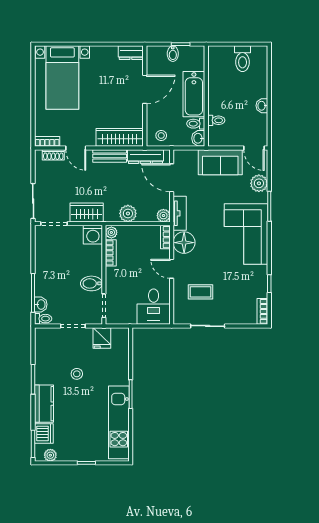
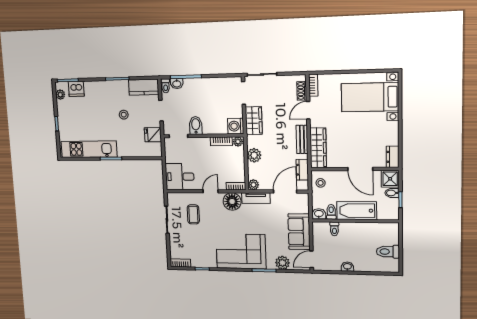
shower: (156, 56) -> (390, 179), added
dresser: (145, 157) -> (302, 170), width x0.70
kitchen counter: (44, 404) -> (144, 87), moved

